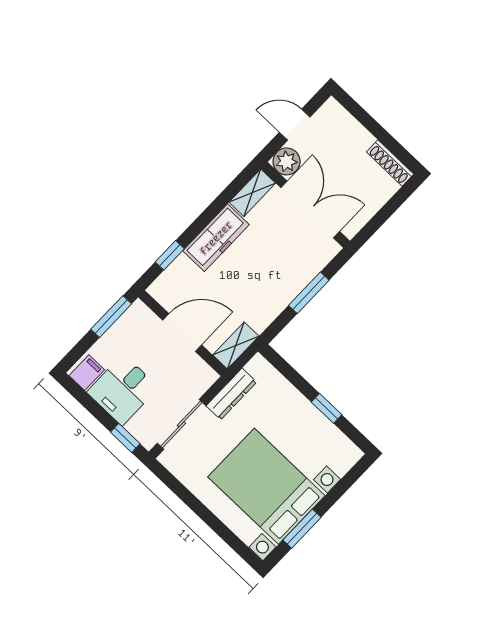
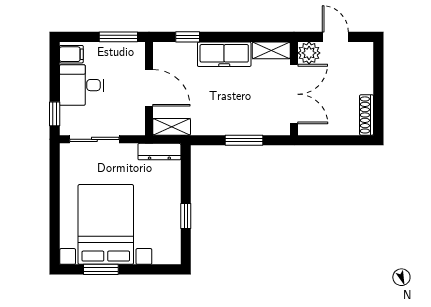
dresser: (231, 394) -> (159, 152), moved

